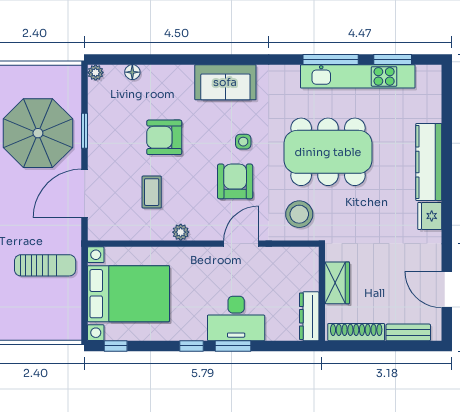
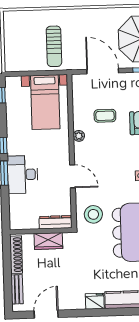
armchair: (235, 181) -> (114, 171), removed
bed with nightstands: (128, 294) -> (45, 102), width x0.73
dresser: (309, 316) -> (56, 222), moved

